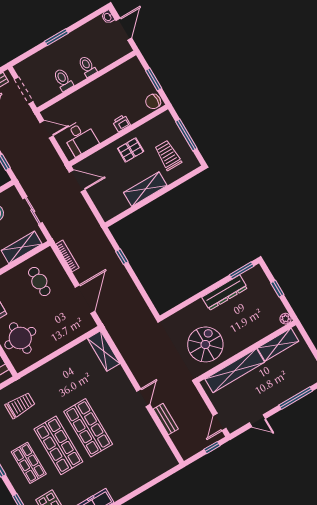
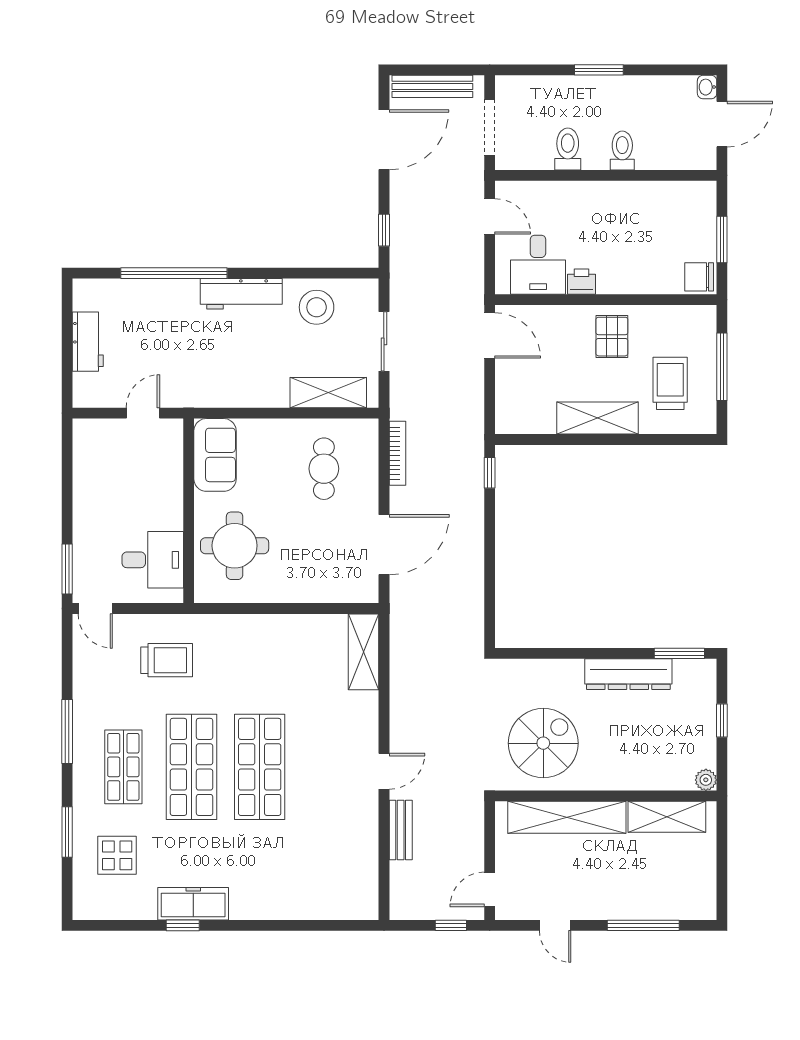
printer: (121, 123) -> (581, 282), moved
pallet: (131, 150) -> (612, 337), turned 90
window: (122, 257) -> (490, 473), moved

